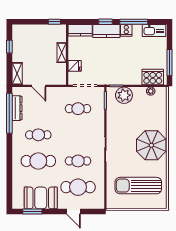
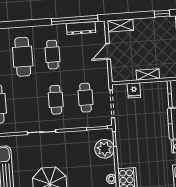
window: (9, 47) -> (162, 14), moved
cafe table: (78, 161) -> (56, 100), moved

